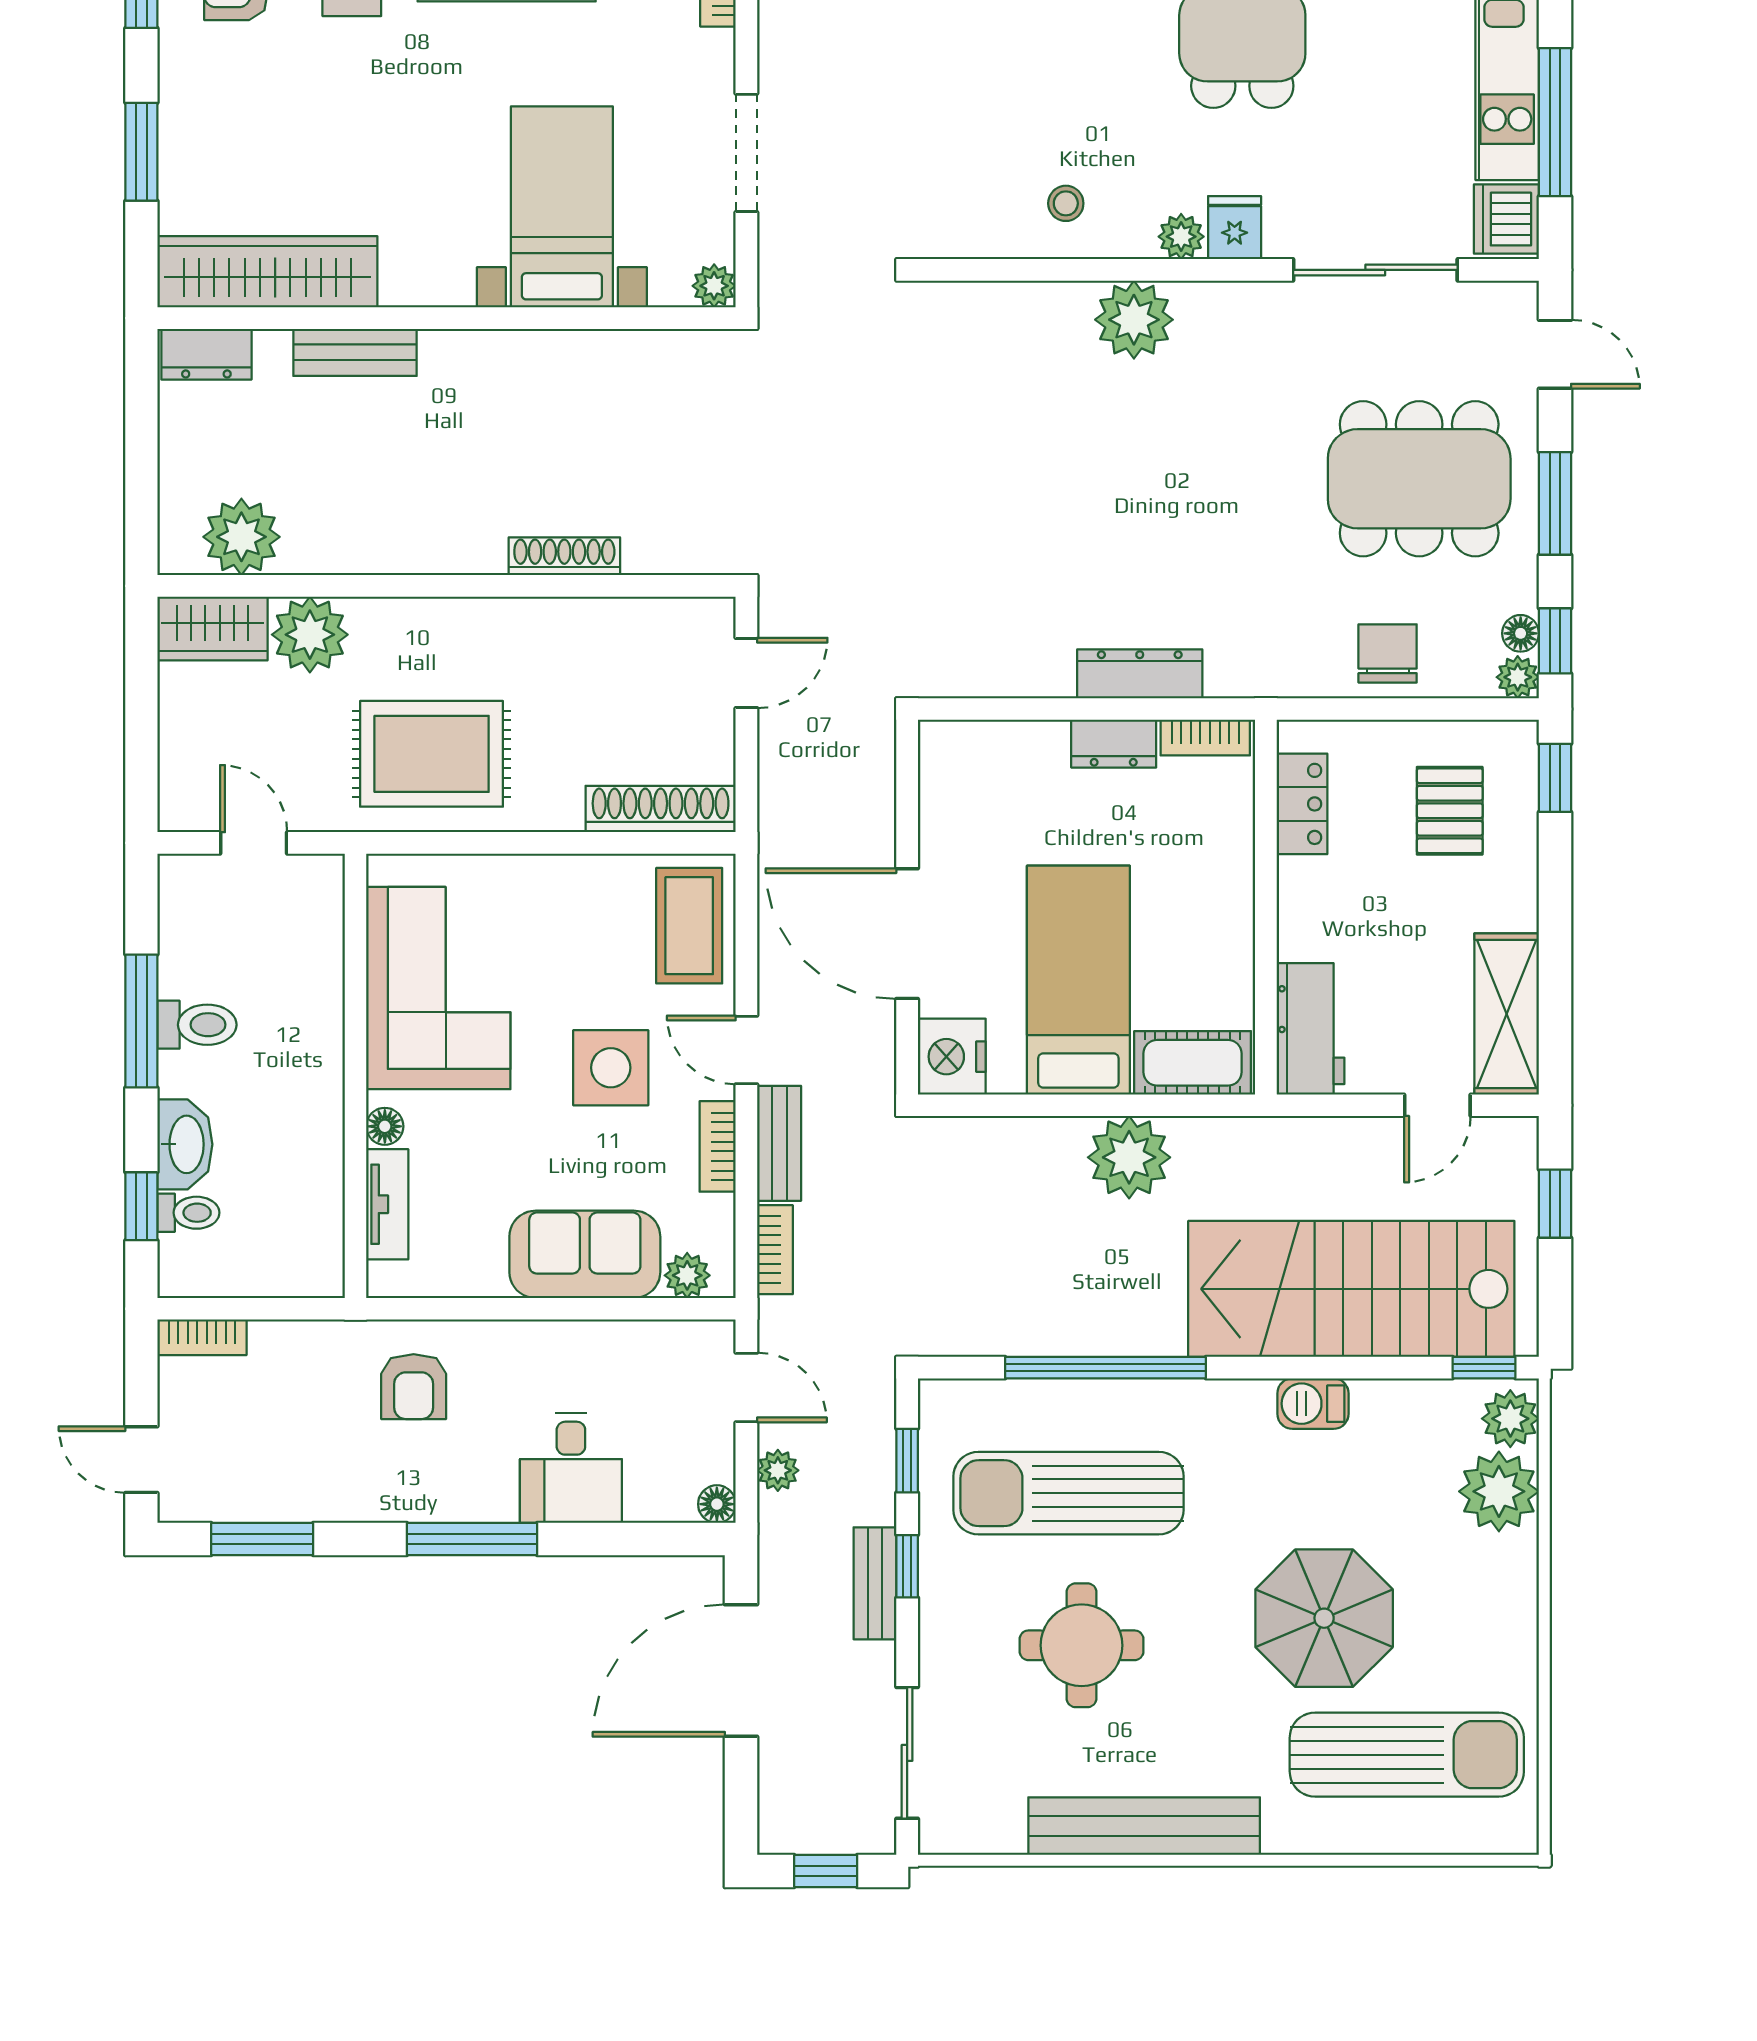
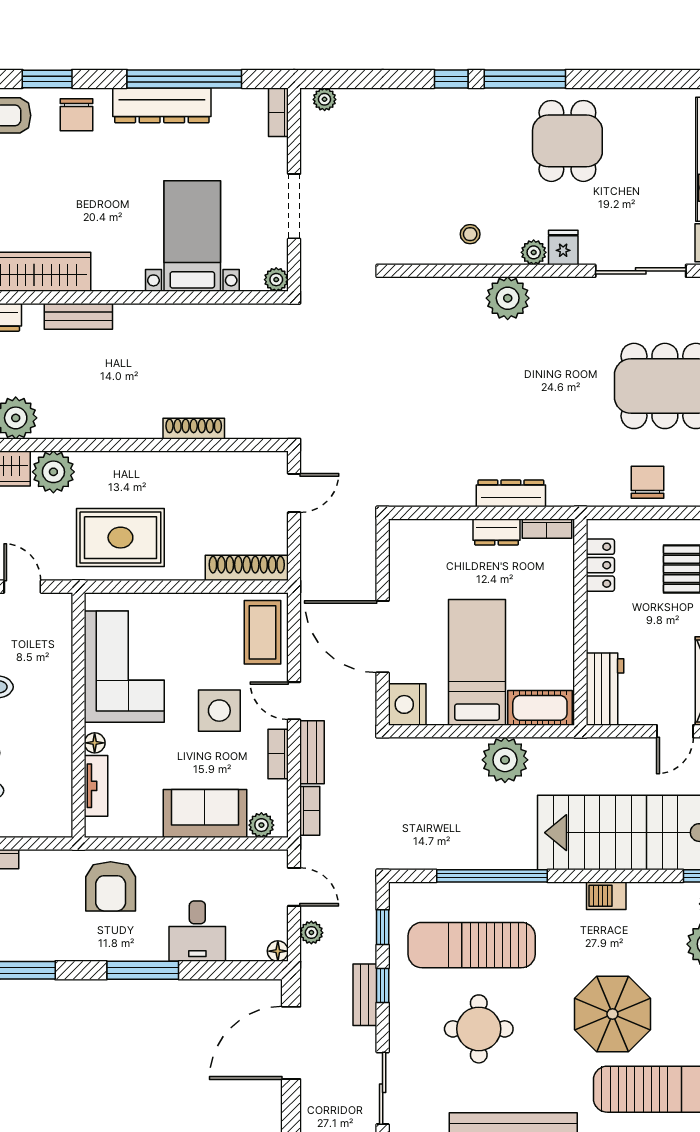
armchair: (414, 1387) -> (111, 886), width x1.38, depth x1.38

